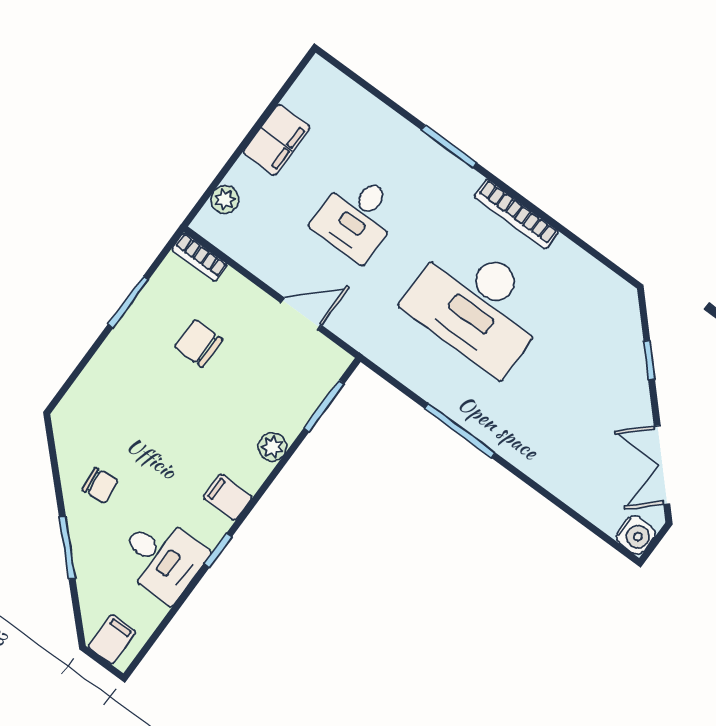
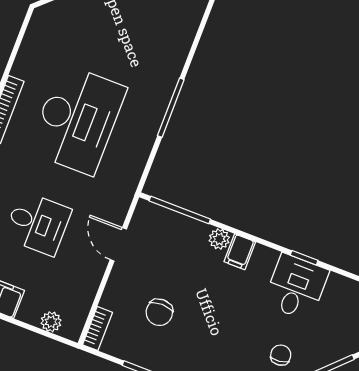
window: (324, 406) -> (180, 210), width x1.44
filing cabinet: (228, 497) -> (240, 252), moved
desk: (162, 558) -> (296, 287), moved

